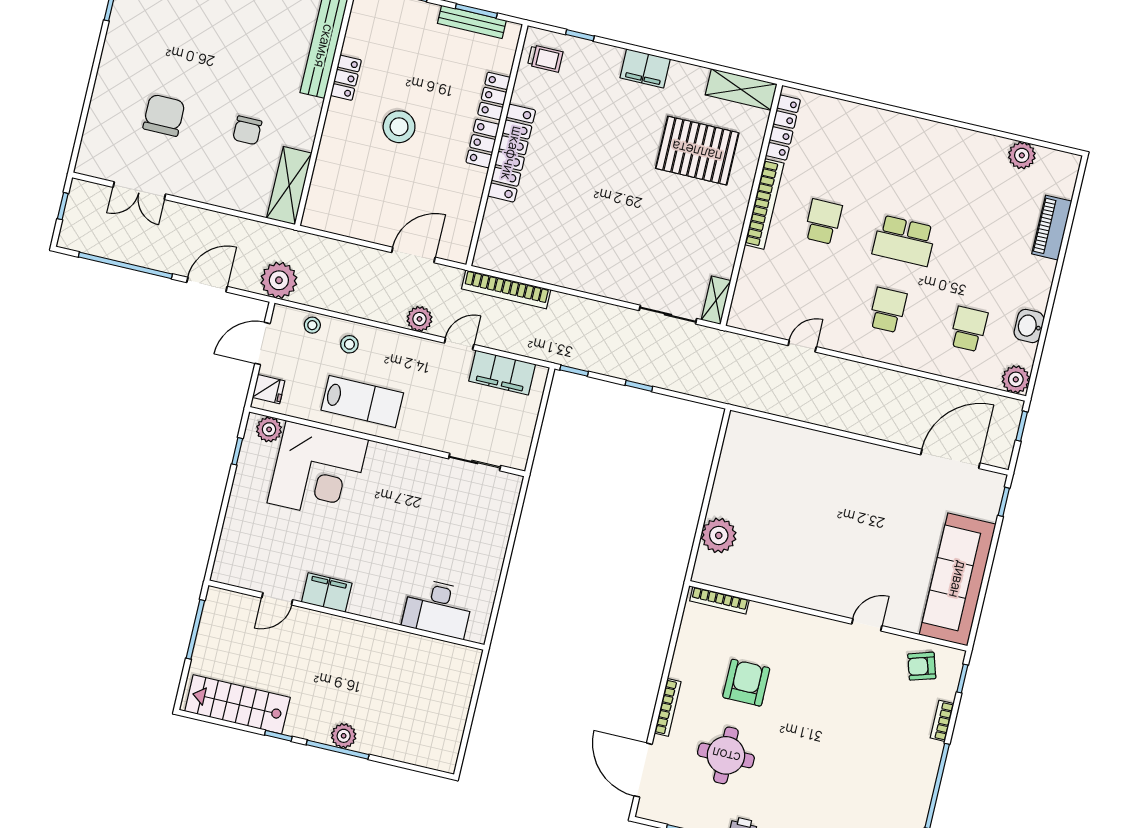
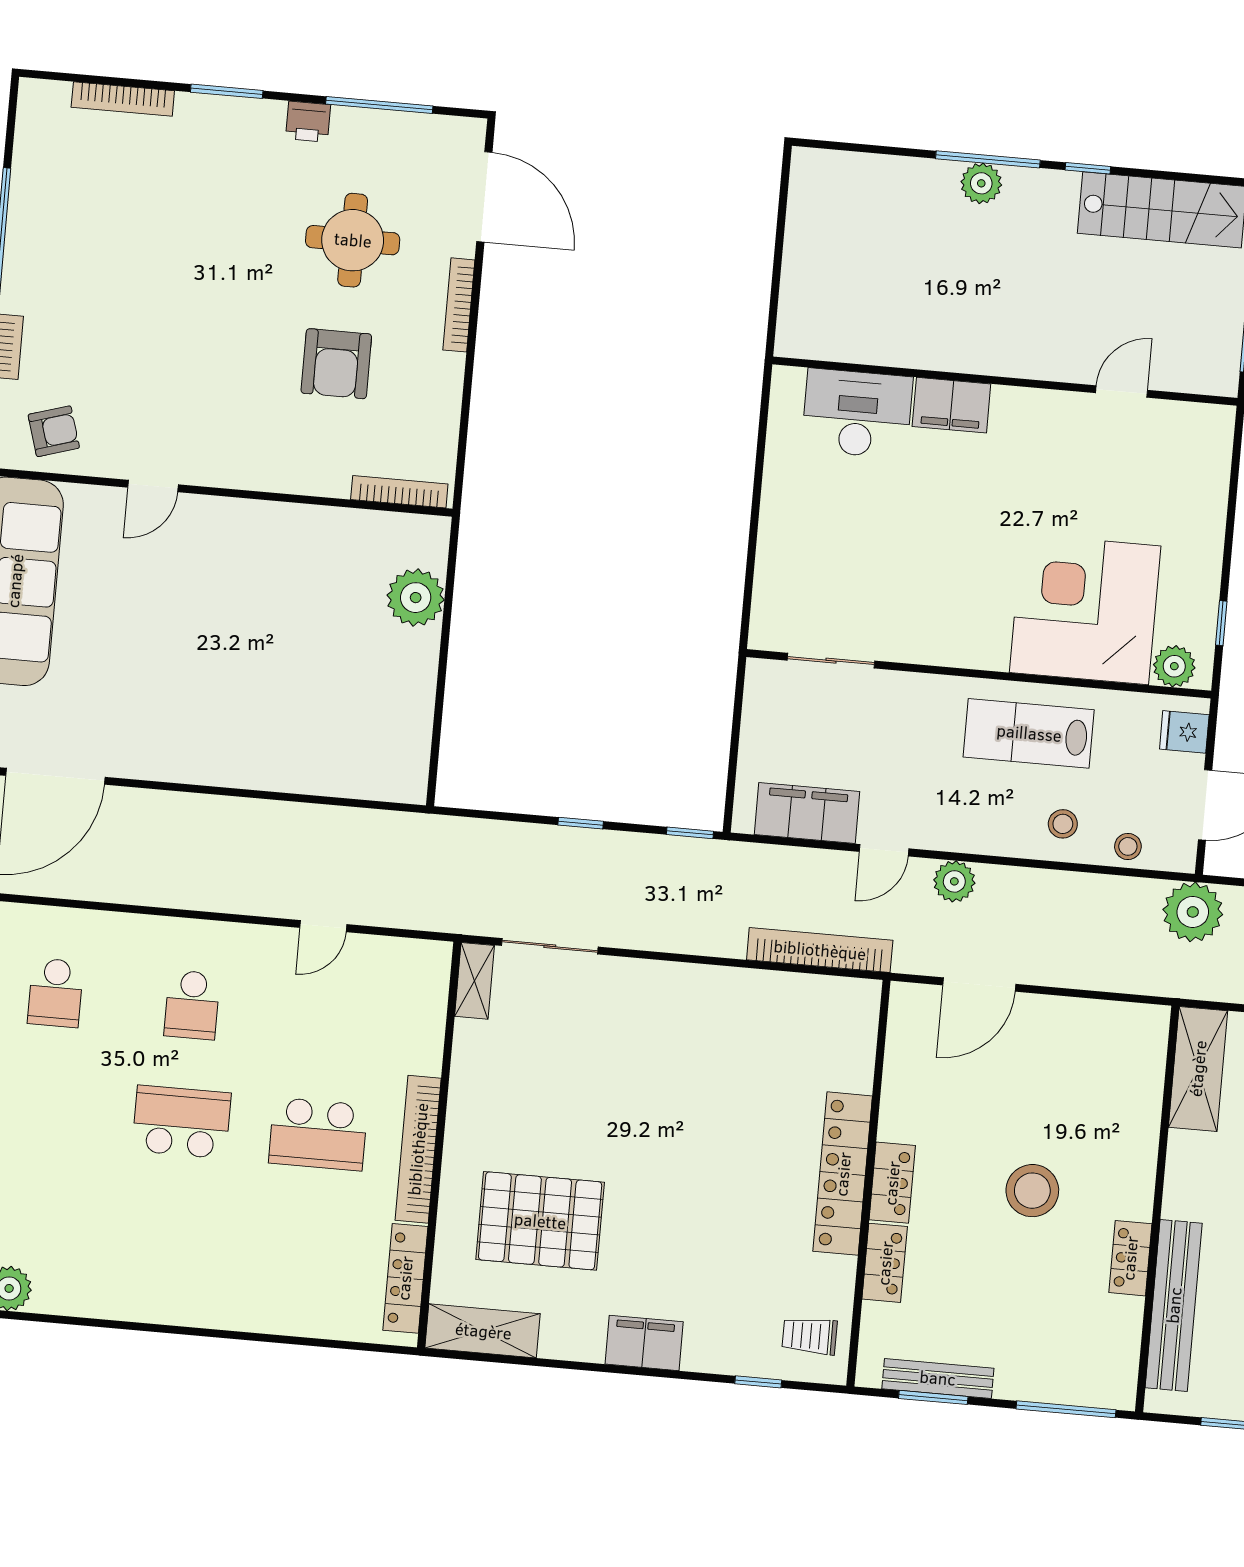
school desk: (823, 222) -> (318, 1134), width x1.85
filing cabinet: (327, 593) -> (951, 405), moved

